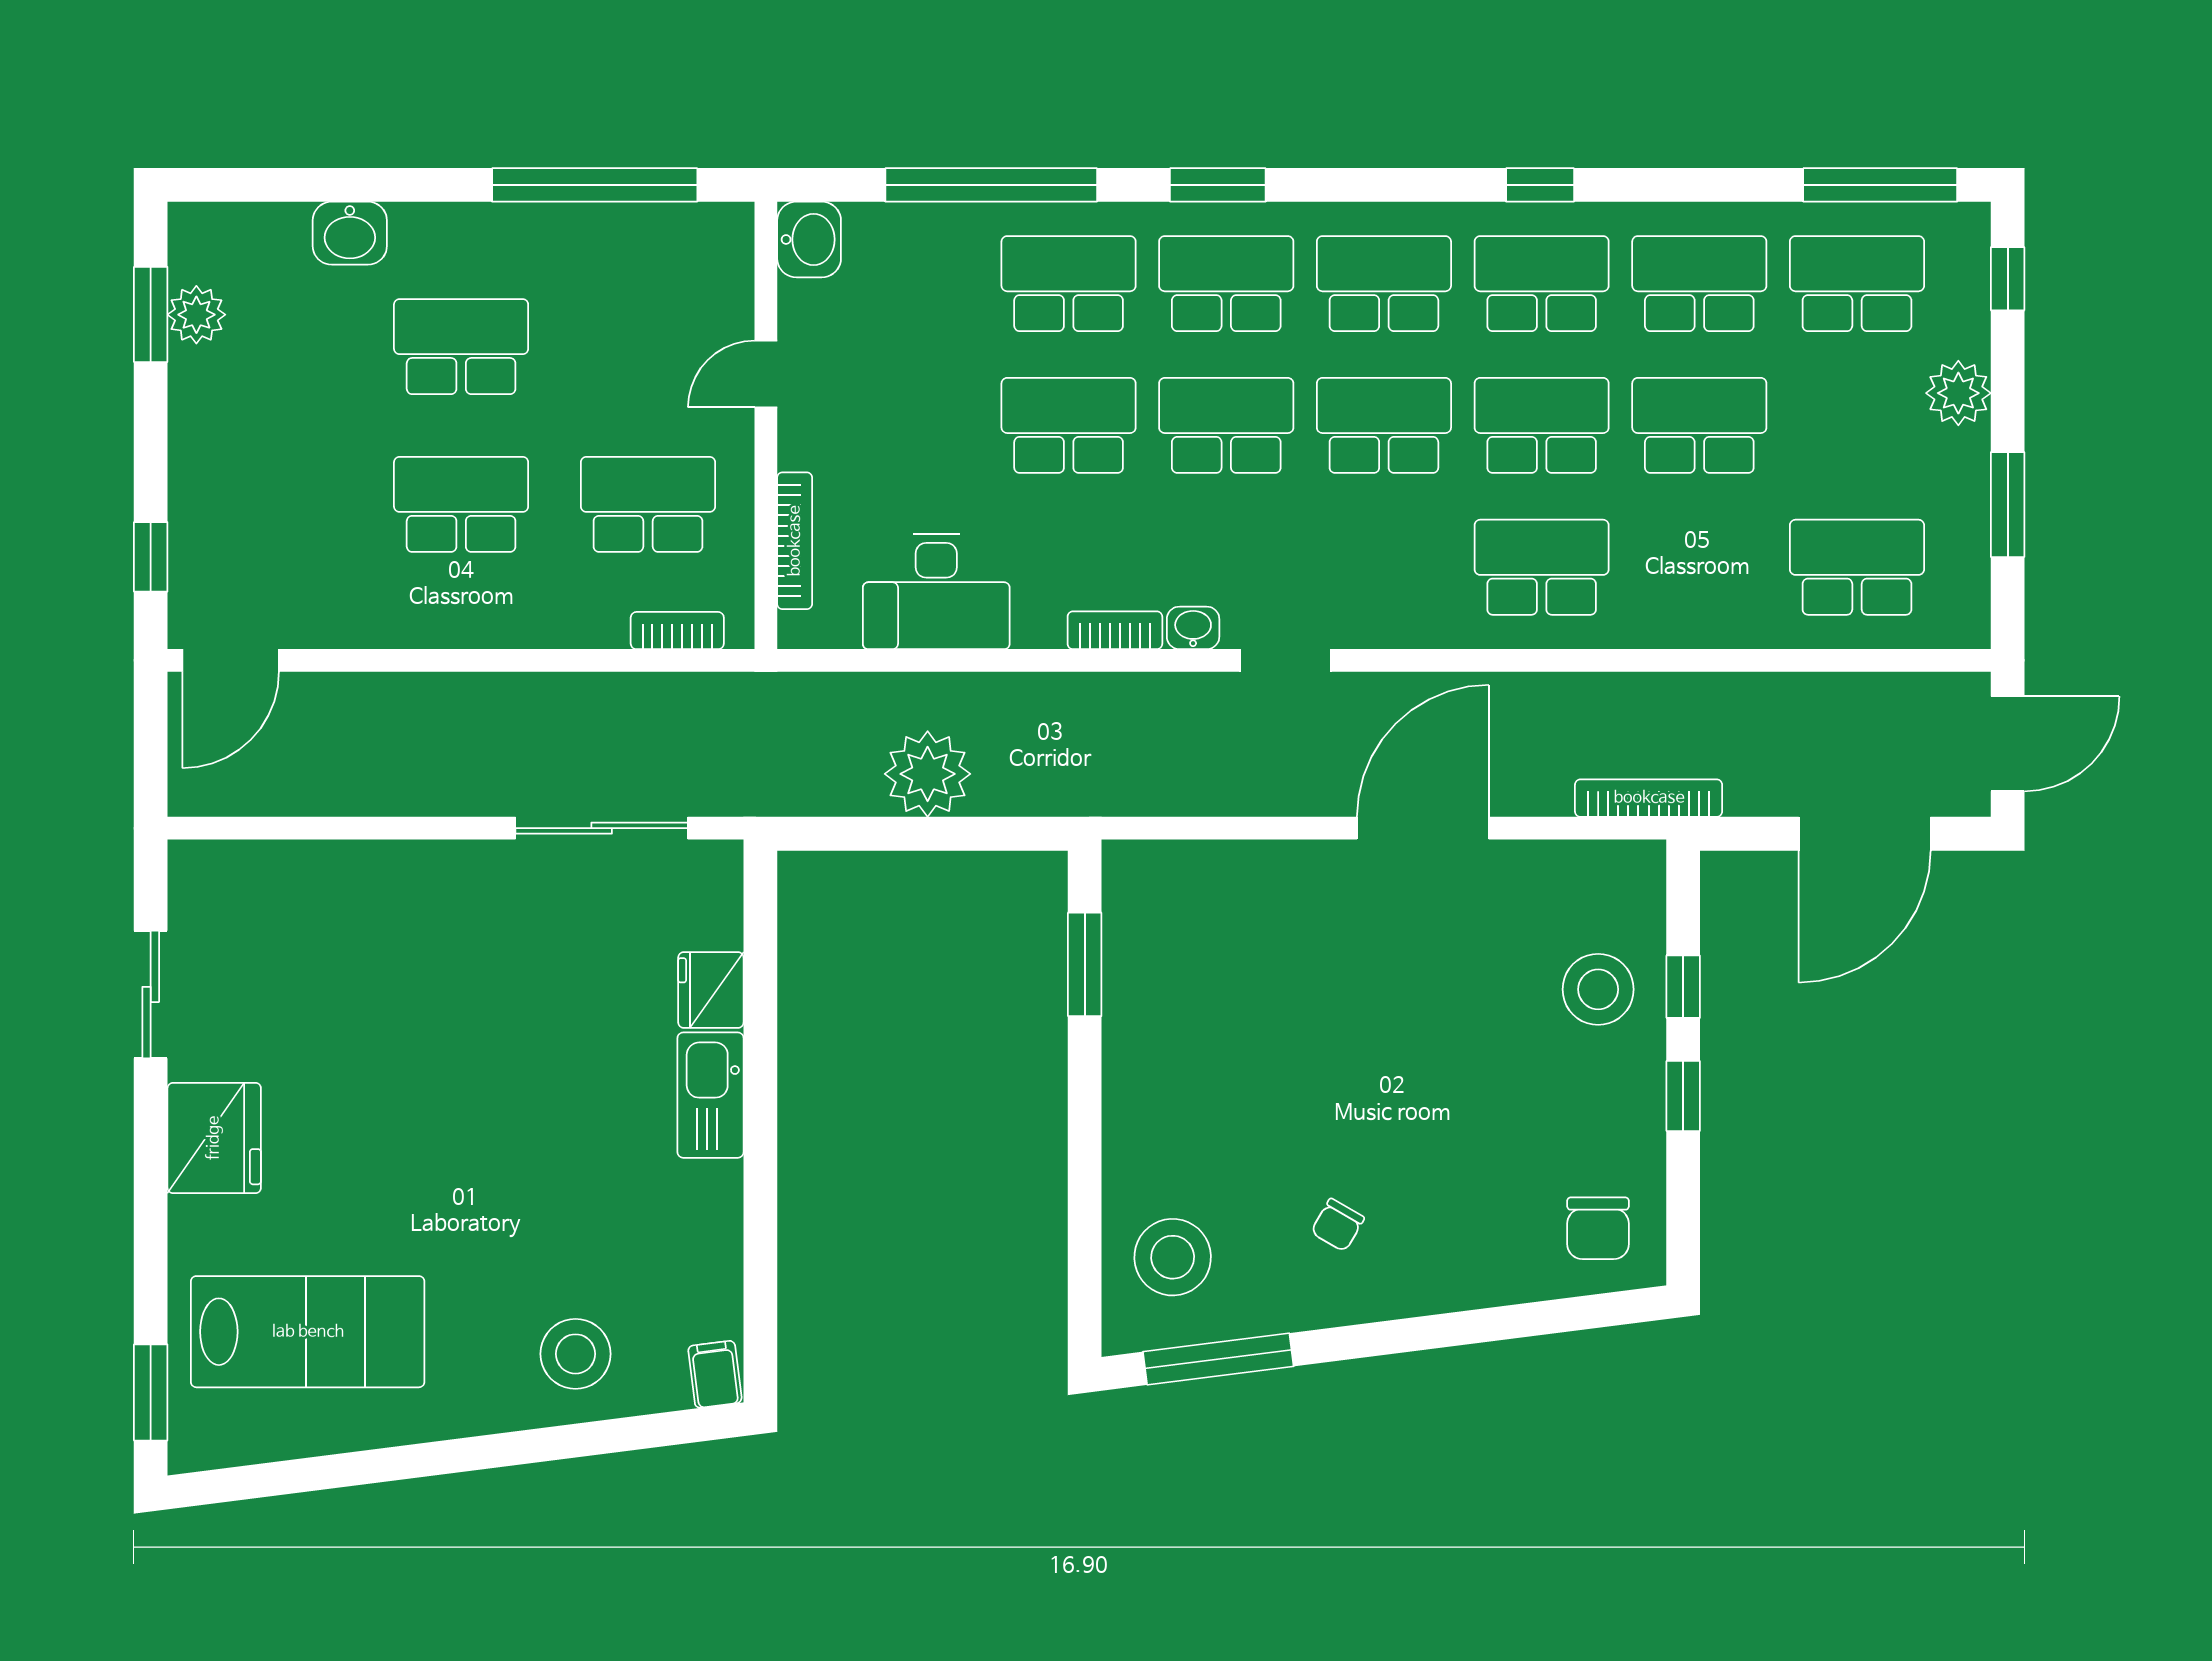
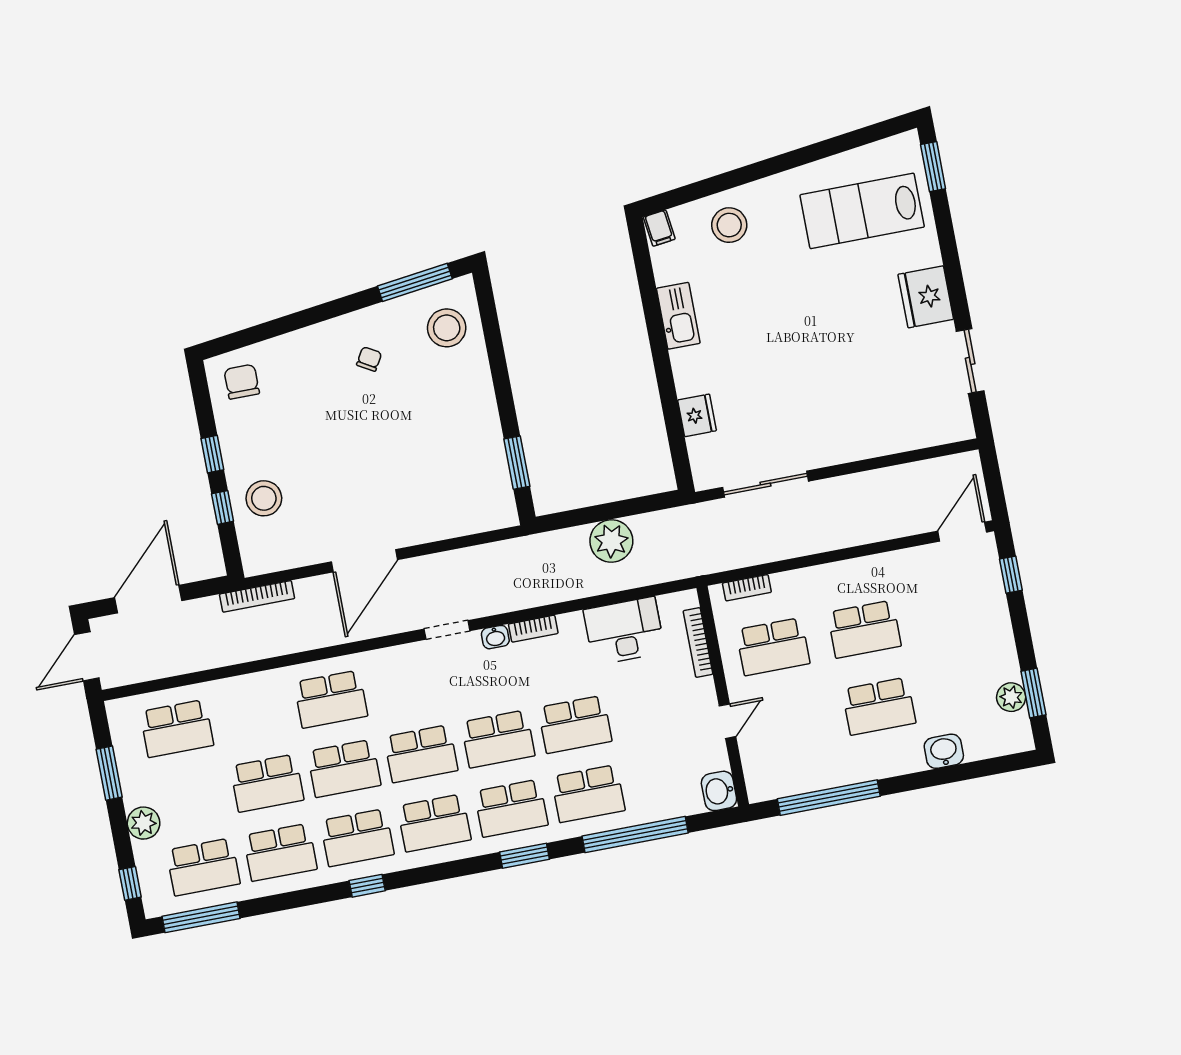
kitchen sink: (710, 1095) -> (678, 316), moved

